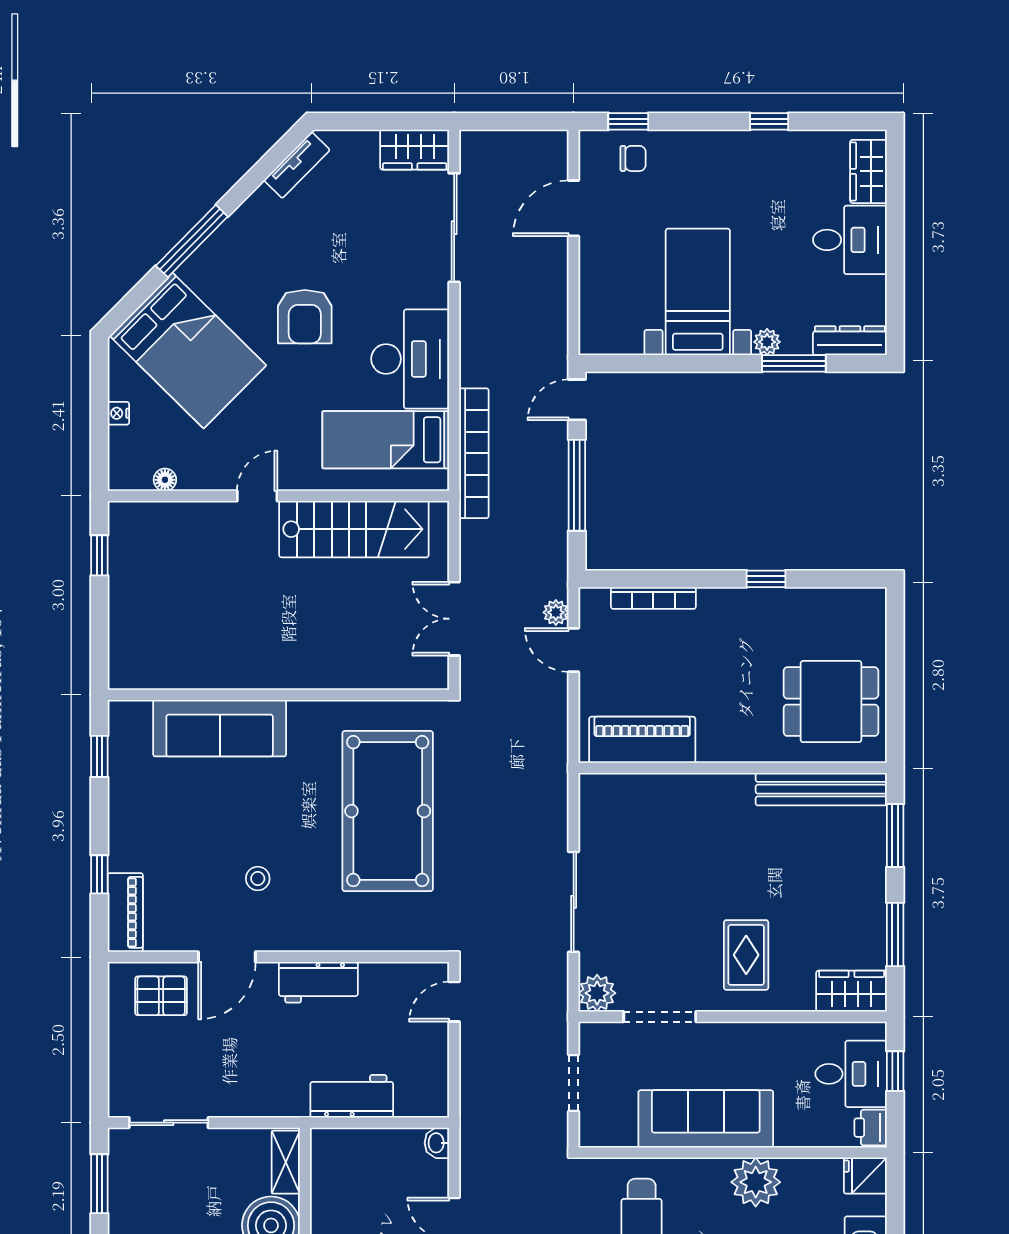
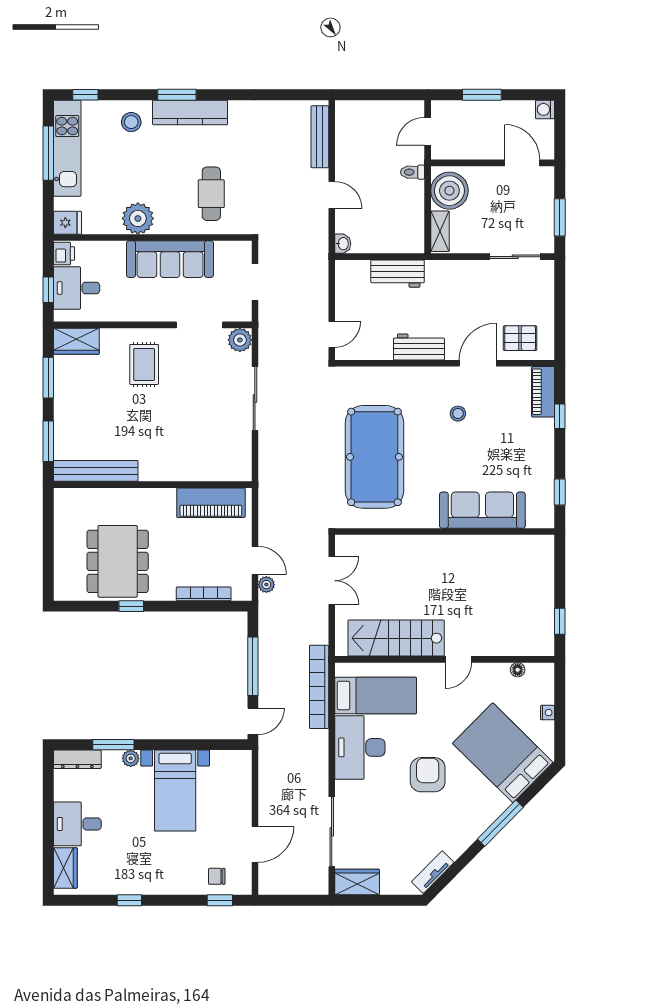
dining table: (831, 702) -> (118, 561), moved, width x1.38

